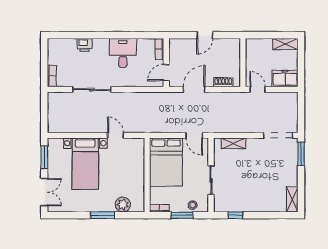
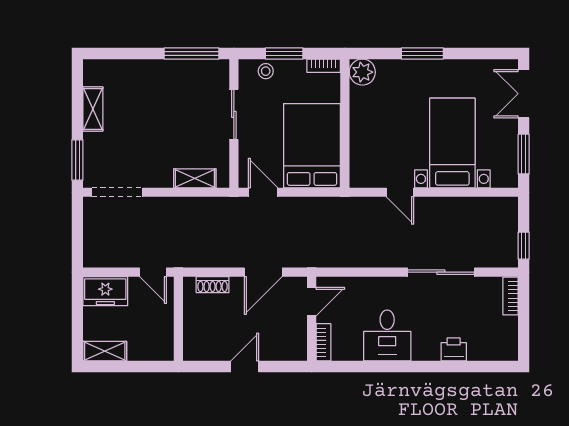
window: (44, 105) -> (524, 246), added
shelving: (292, 199) -> (93, 109), moved
plant: (123, 205) -> (362, 72), moved
window: (235, 215) -> (192, 53), width x2.17

